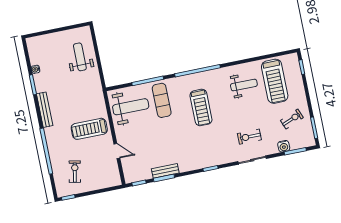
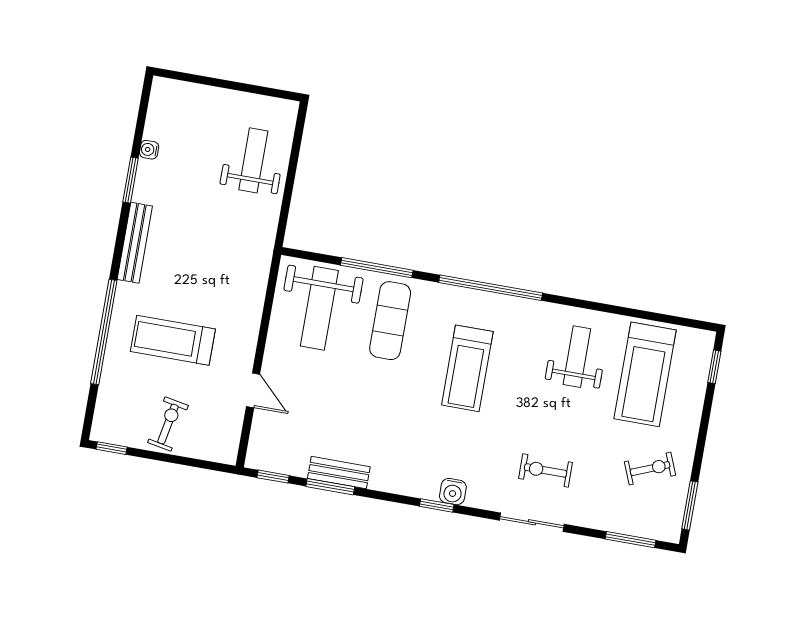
weight bench: (244, 85) -> (577, 357), turned -90
weight bench: (131, 107) -> (319, 308), turned 90
treadmill: (89, 129) -> (173, 340), moved
water cooler: (284, 146) -> (453, 492), moved
exercise bike: (75, 172) -> (168, 424), moved

